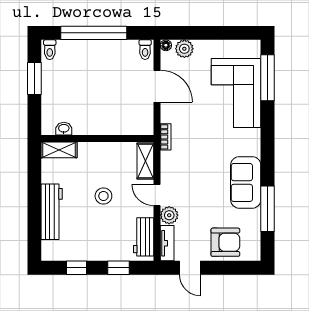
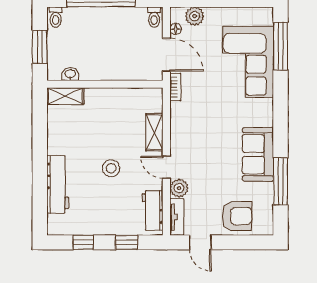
floor lamp: (166, 45) -> (176, 29), moved
washbasin: (64, 129) -> (70, 74), moved
bookcase: (166, 137) -> (175, 87), moved
wall: (97, 138) -> (105, 84), moved
shelving: (59, 150) -> (65, 96), moved

